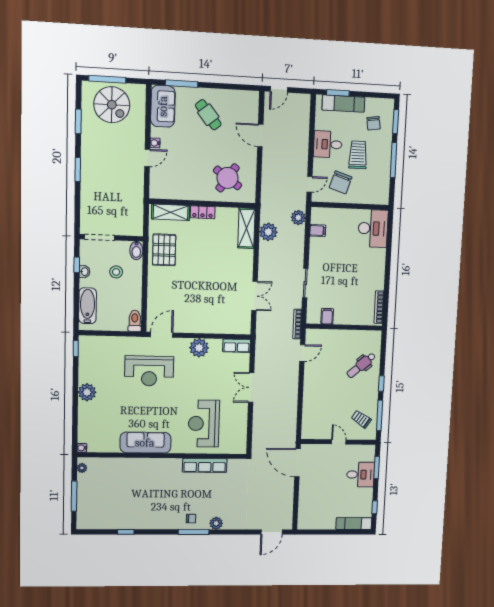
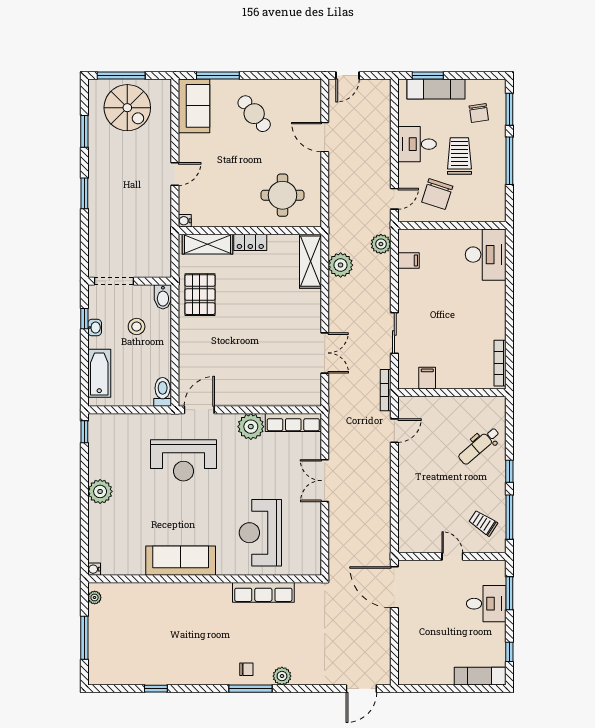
water cooler: (155, 143) -> (185, 221), moved
round table: (228, 178) -> (283, 195), turned -35
row of seats: (237, 346) -> (293, 422), width x1.48

